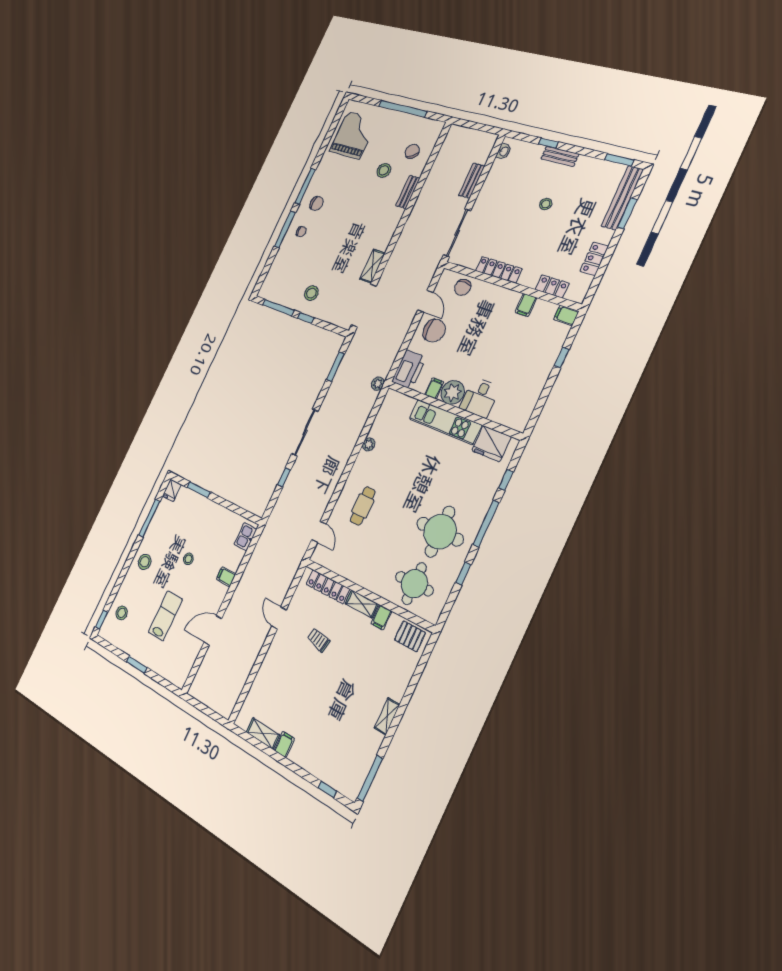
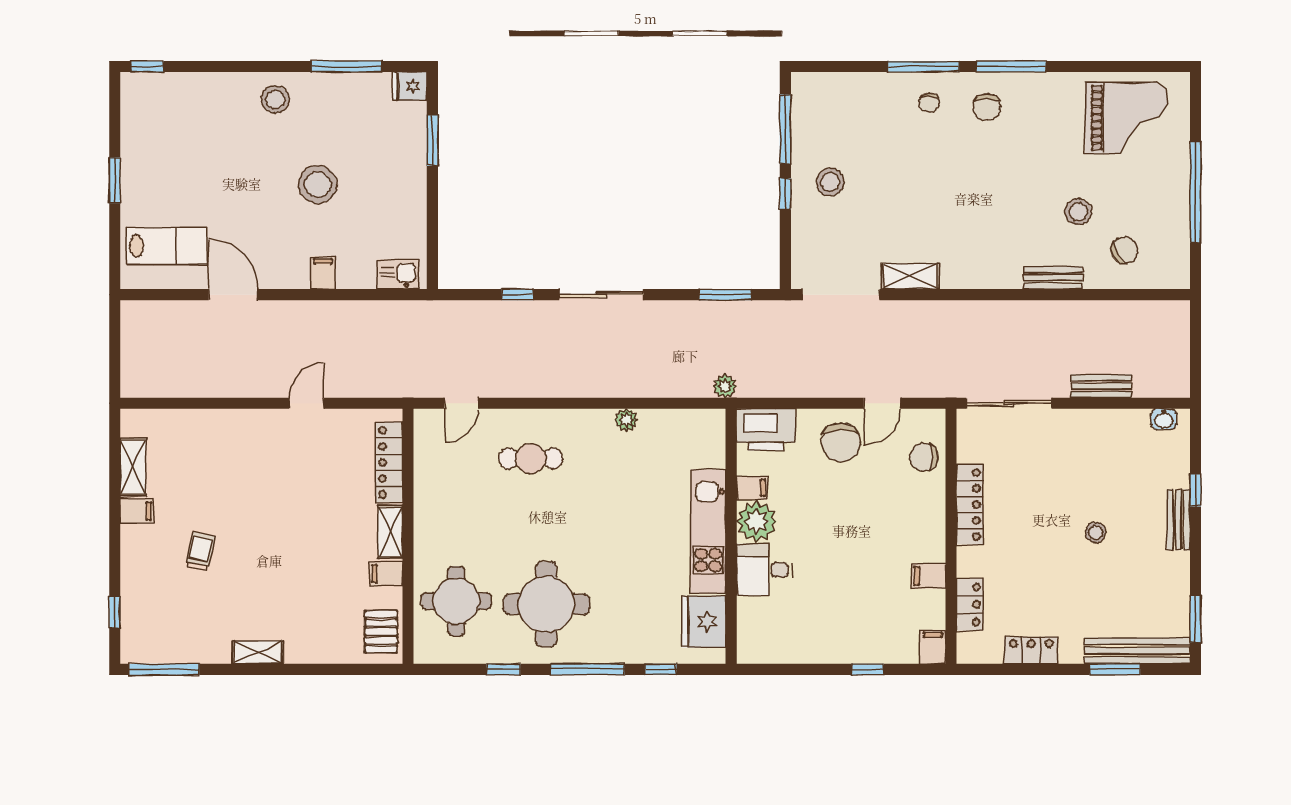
stool: (188, 559) -> (318, 184), width x1.89, depth x1.89
stool: (122, 613) -> (177, 101), removed
lab bench: (165, 616) -> (167, 246), moved
trolley: (319, 640) -> (200, 551), moved

